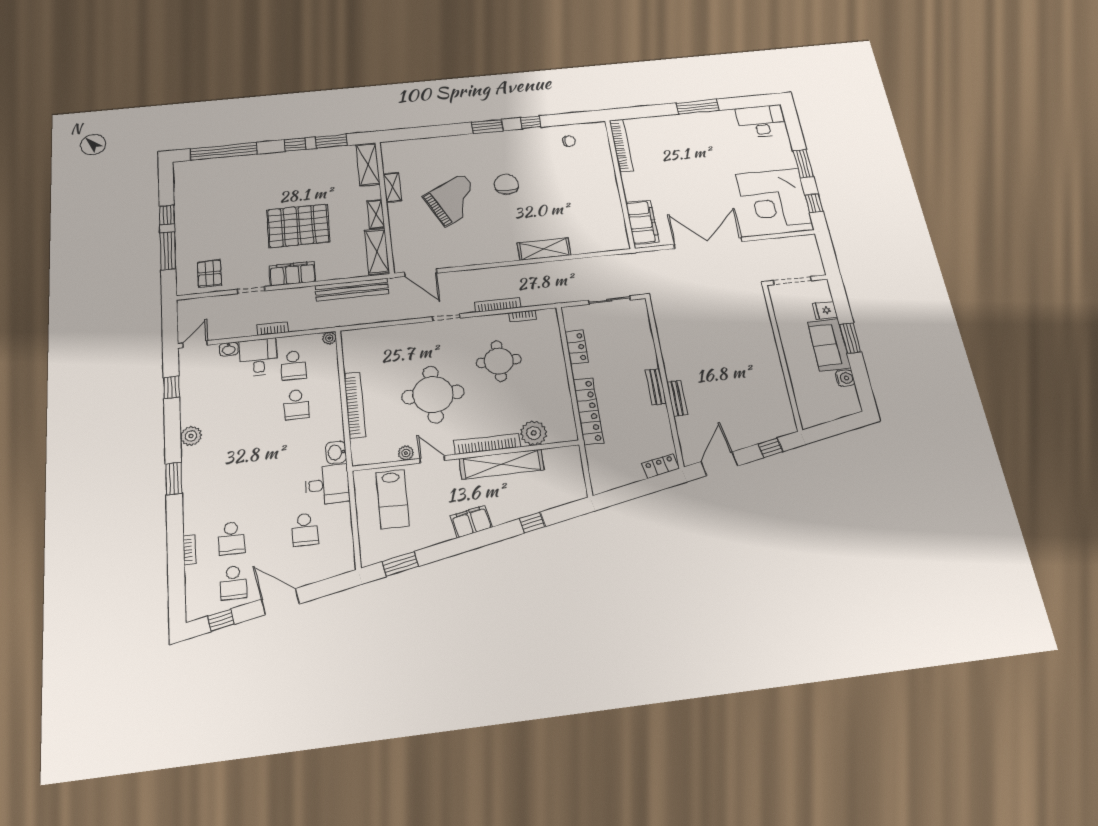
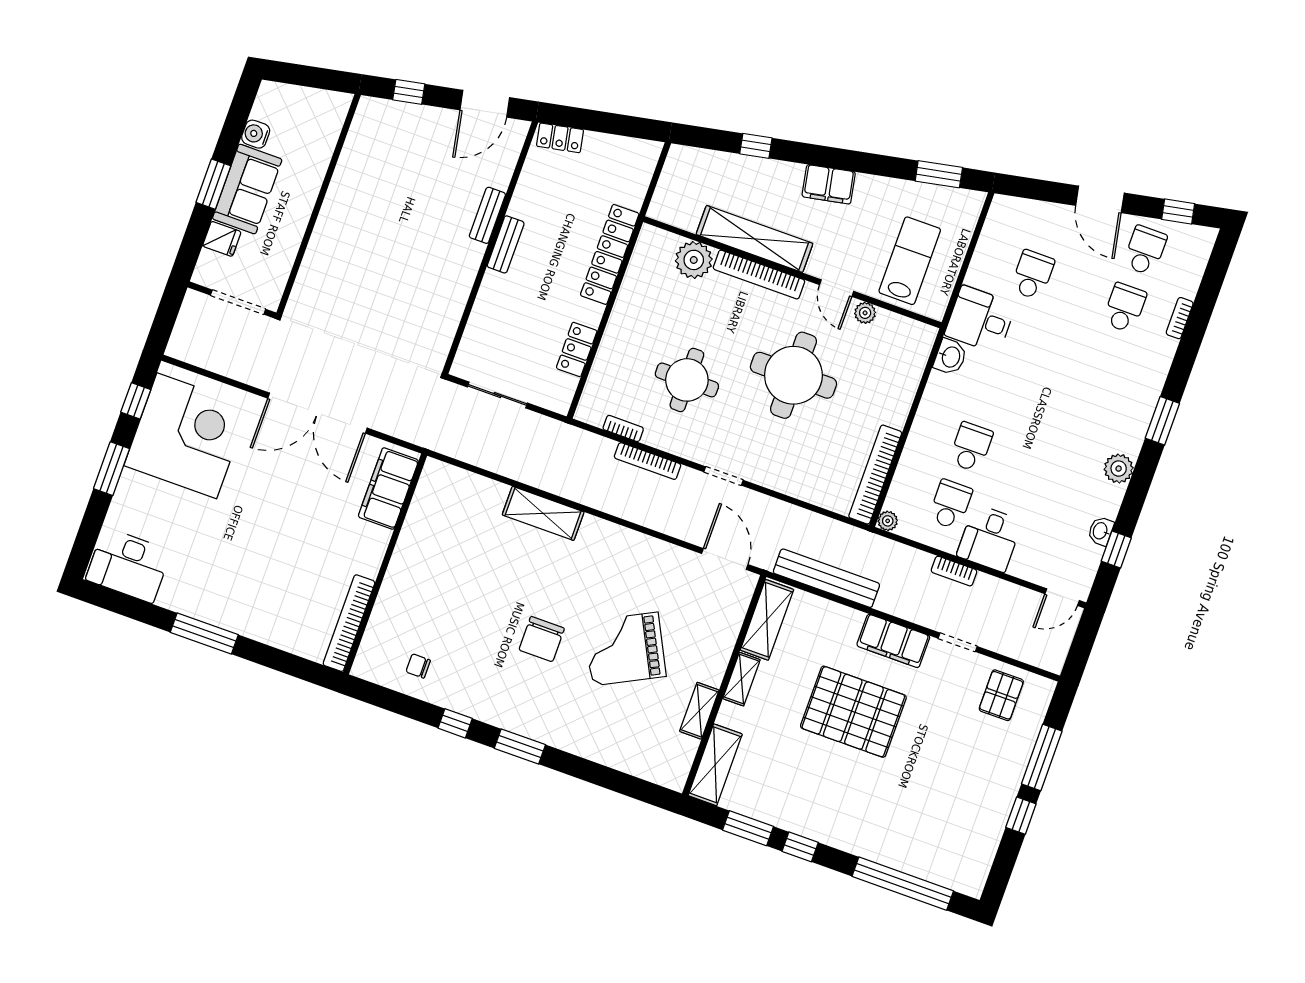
washbasin: (229, 349) -> (1101, 531), moved, turned -90
bookcase: (355, 405) -> (875, 475), moved

